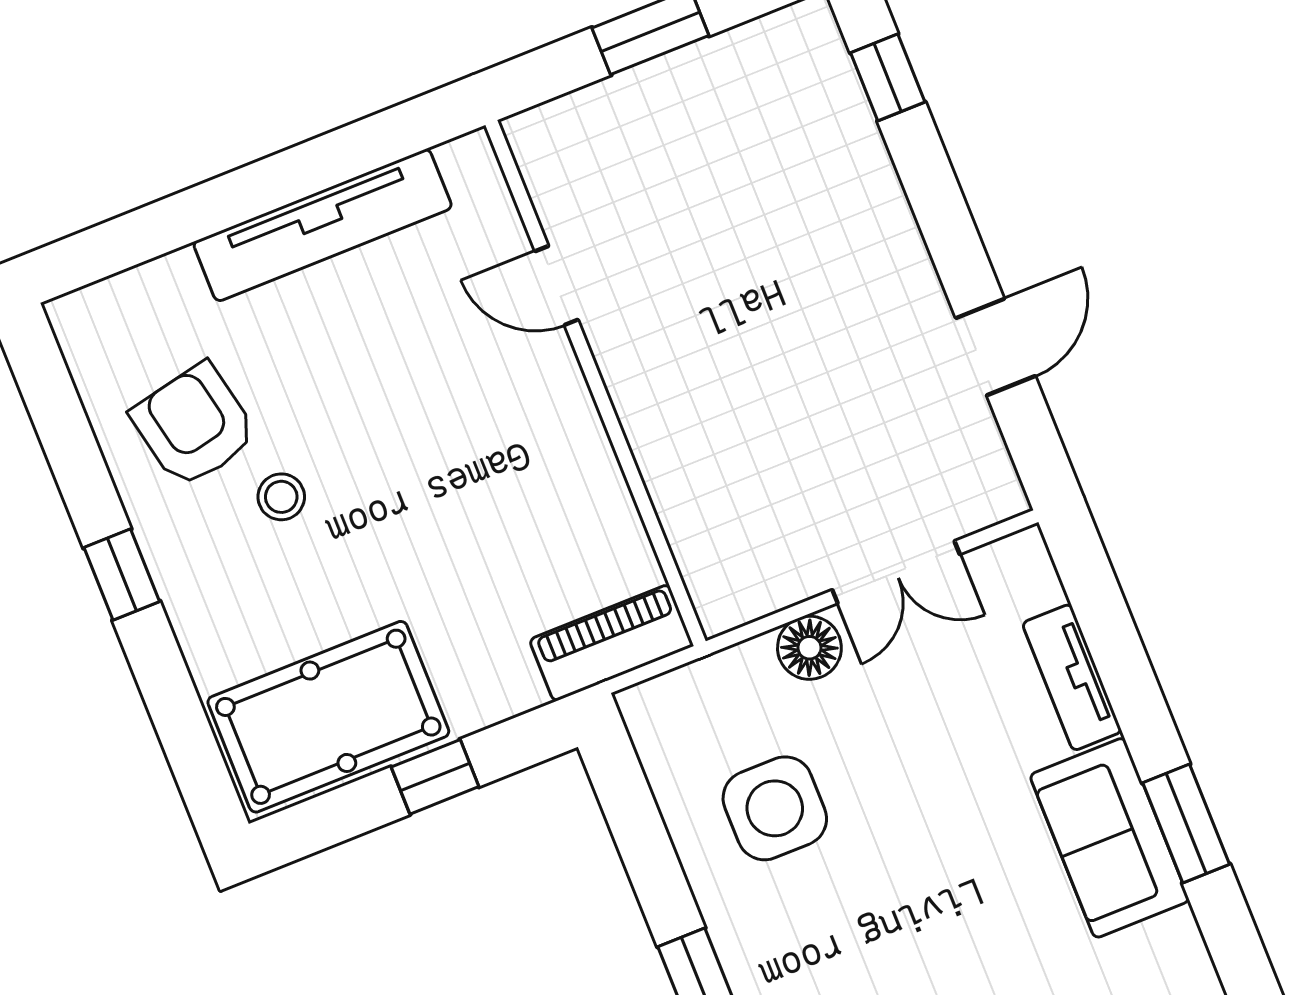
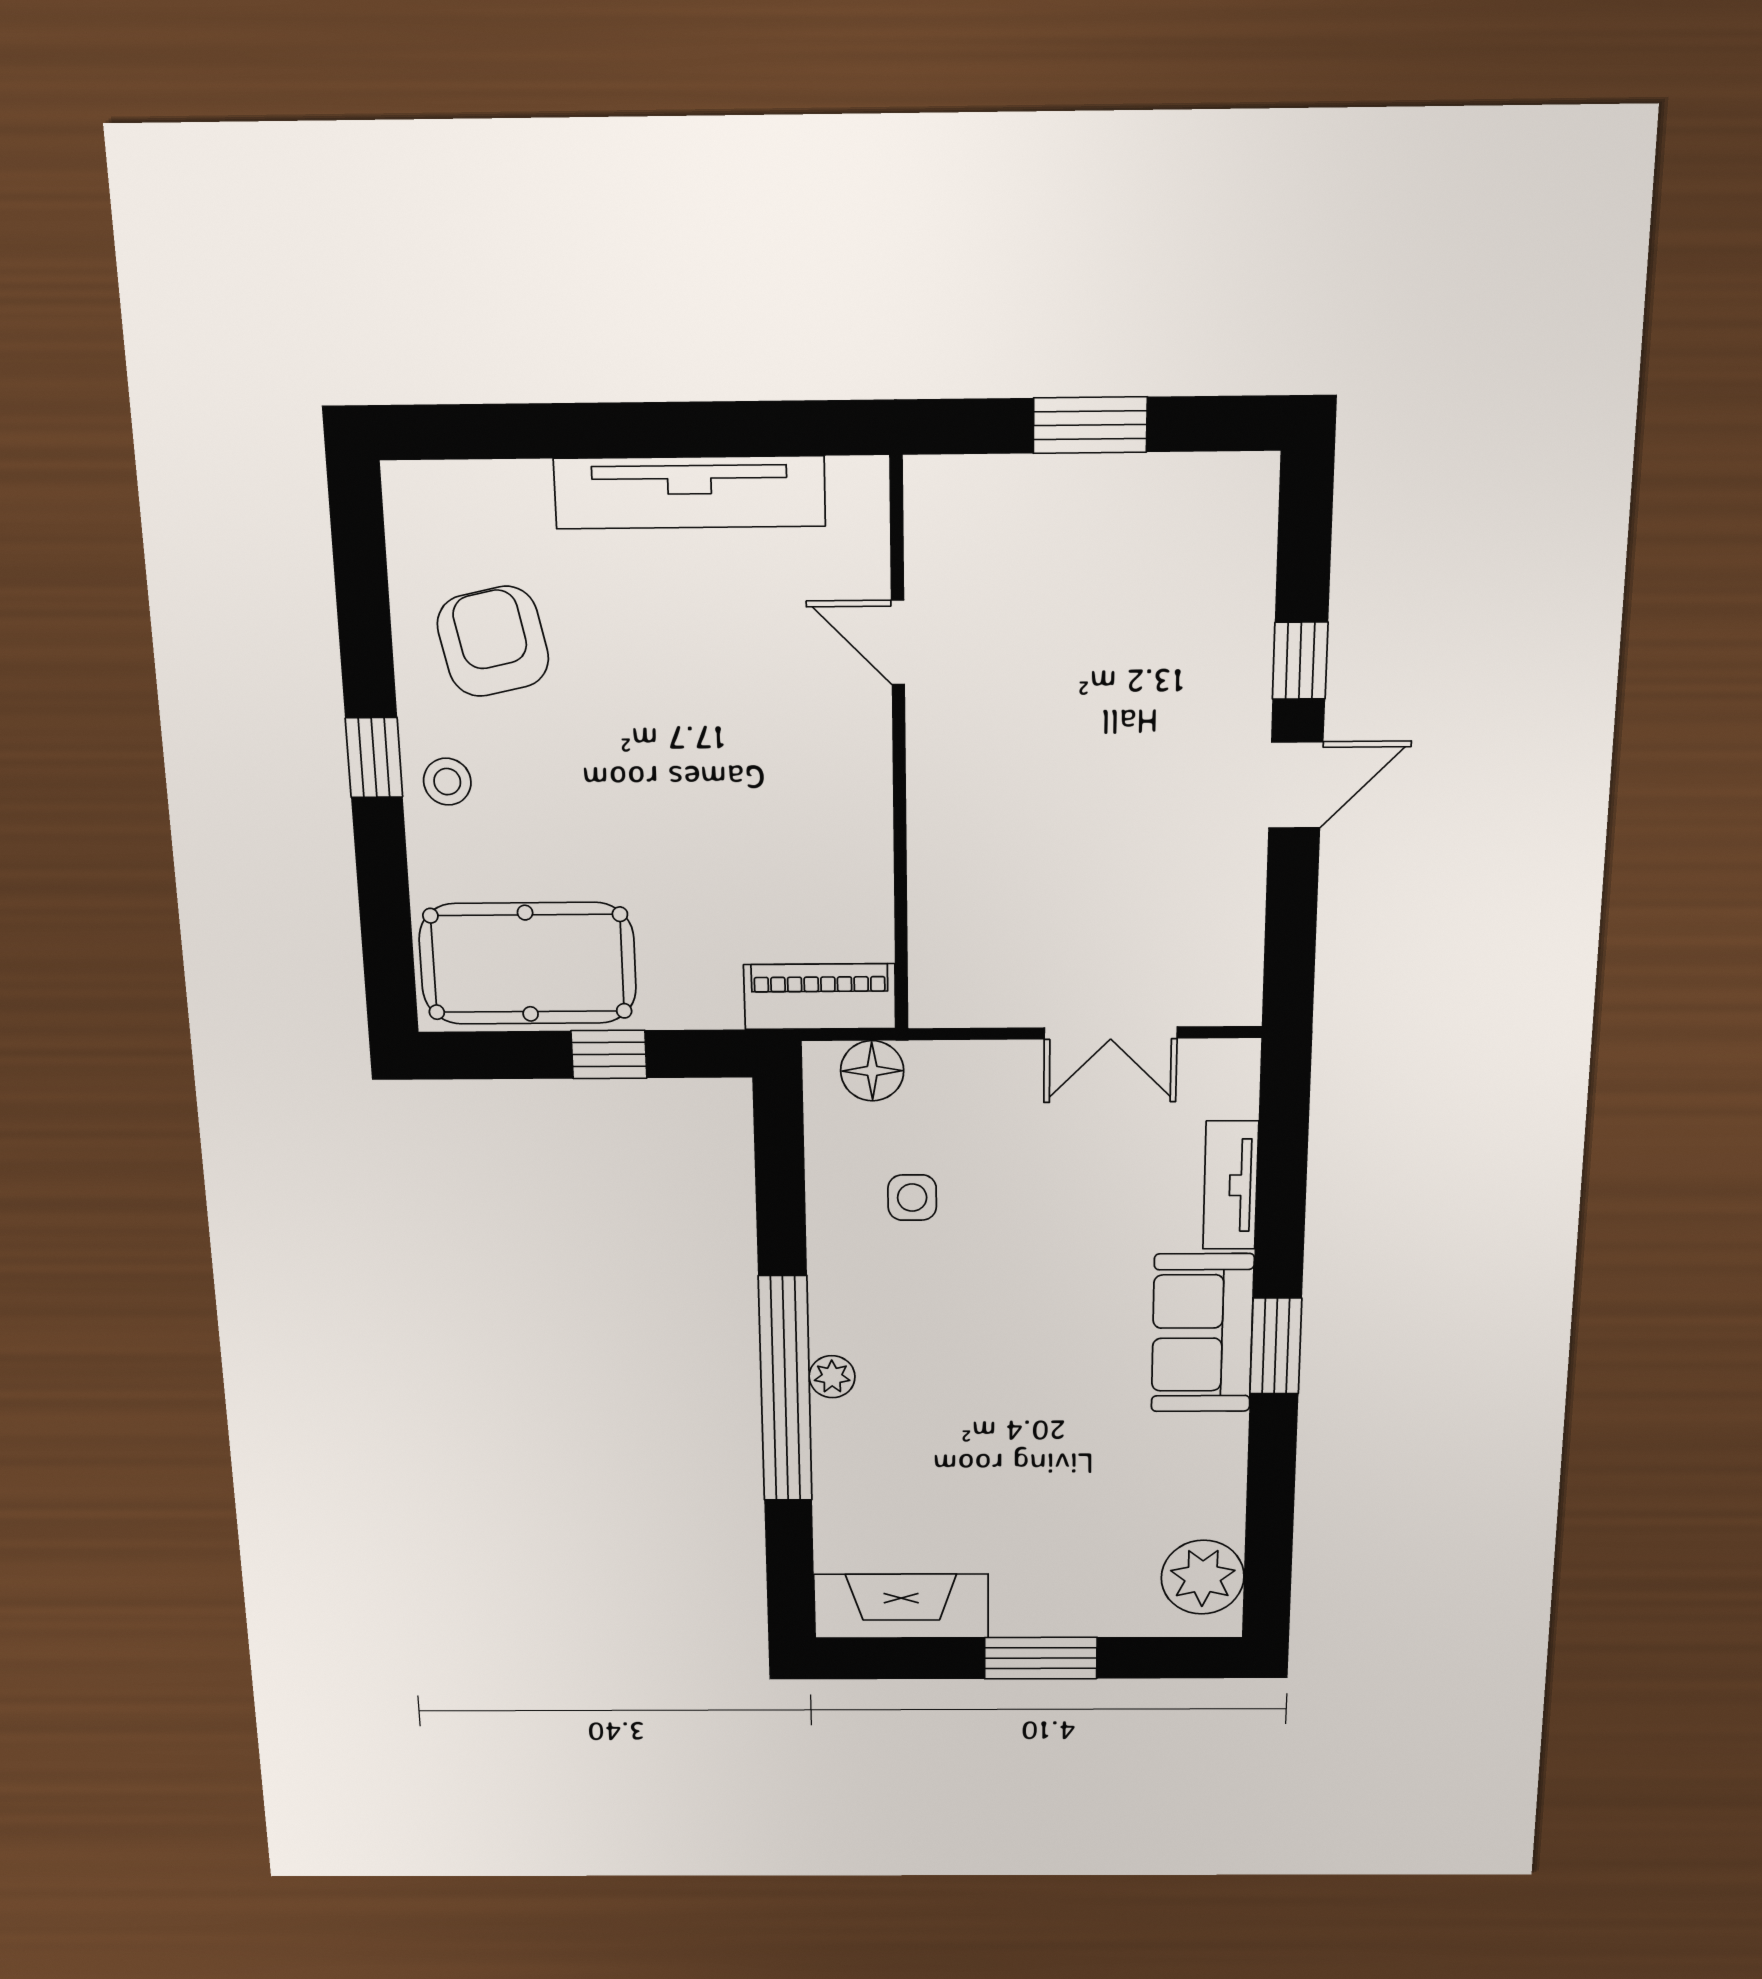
window: (888, 77) -> (1300, 661), moved
door: (996, 347) -> (1296, 785), moved
stool: (281, 497) -> (447, 782), moved
floor lamp: (809, 648) -> (872, 1071), moved
side table: (775, 808) -> (912, 1198), width x0.54, depth x0.54

